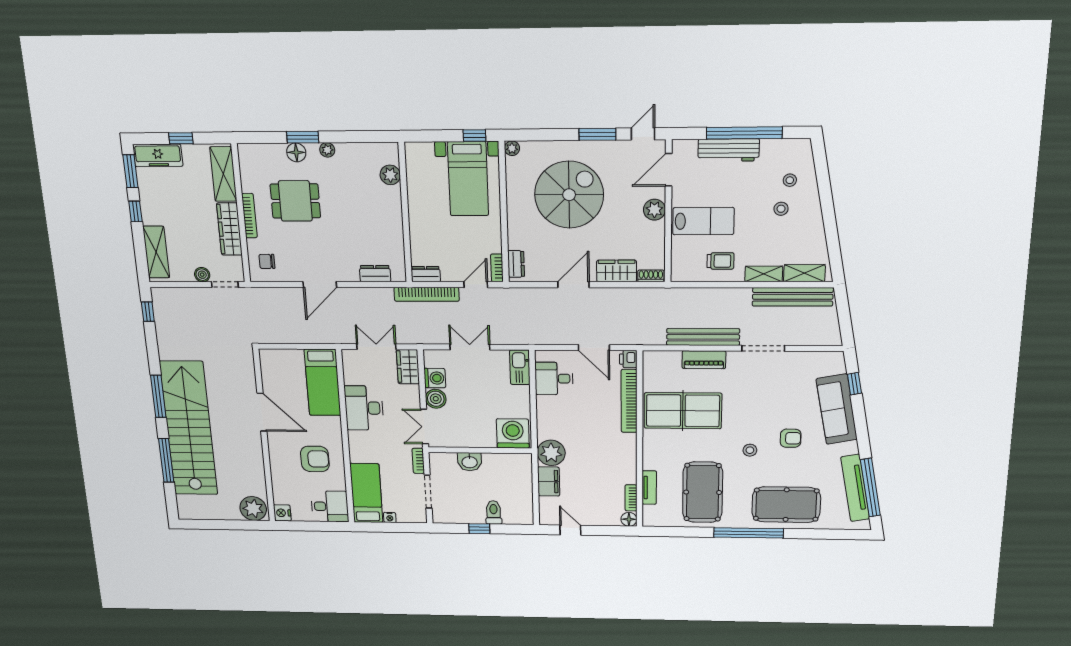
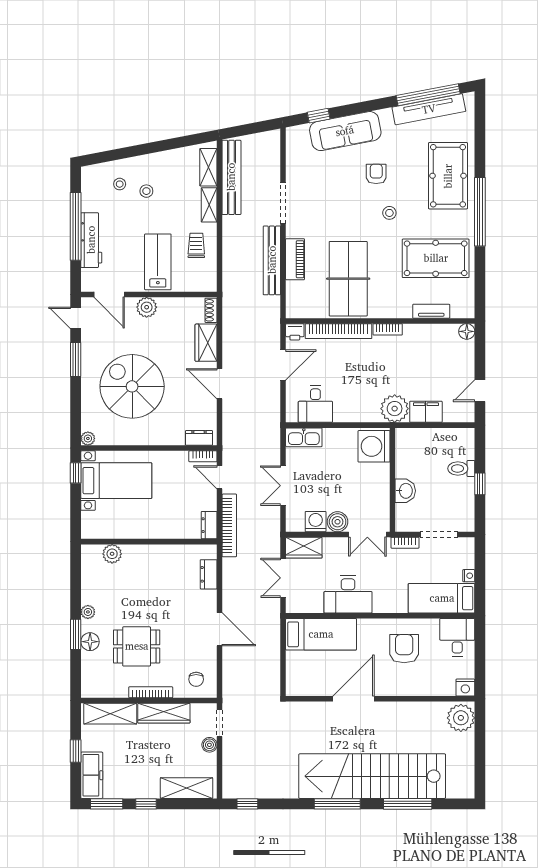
dining table: (295, 201) -> (137, 646), turned 90
bookcase: (631, 498) -> (388, 329), moved

